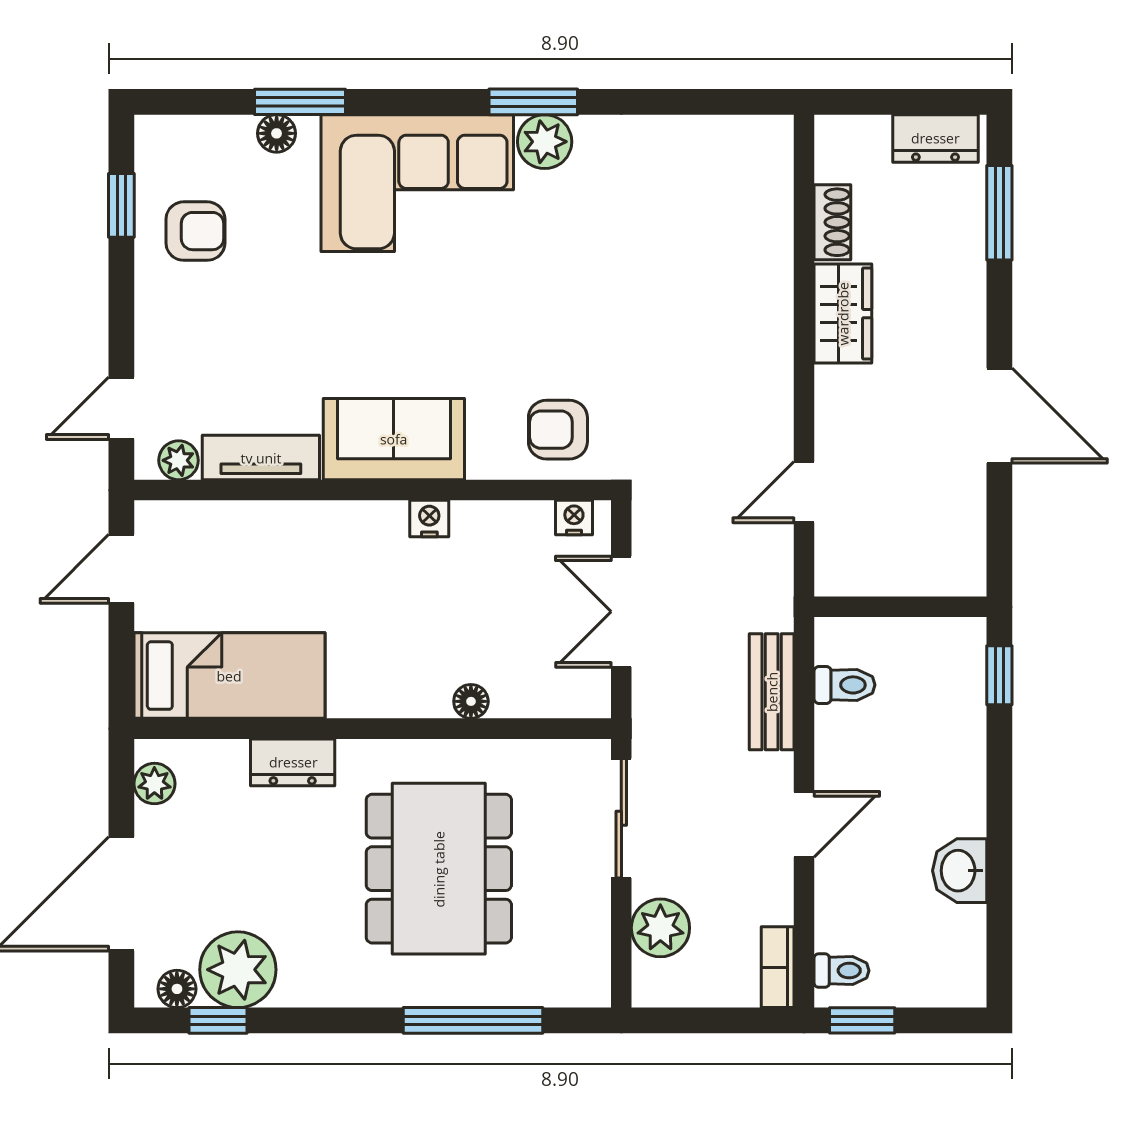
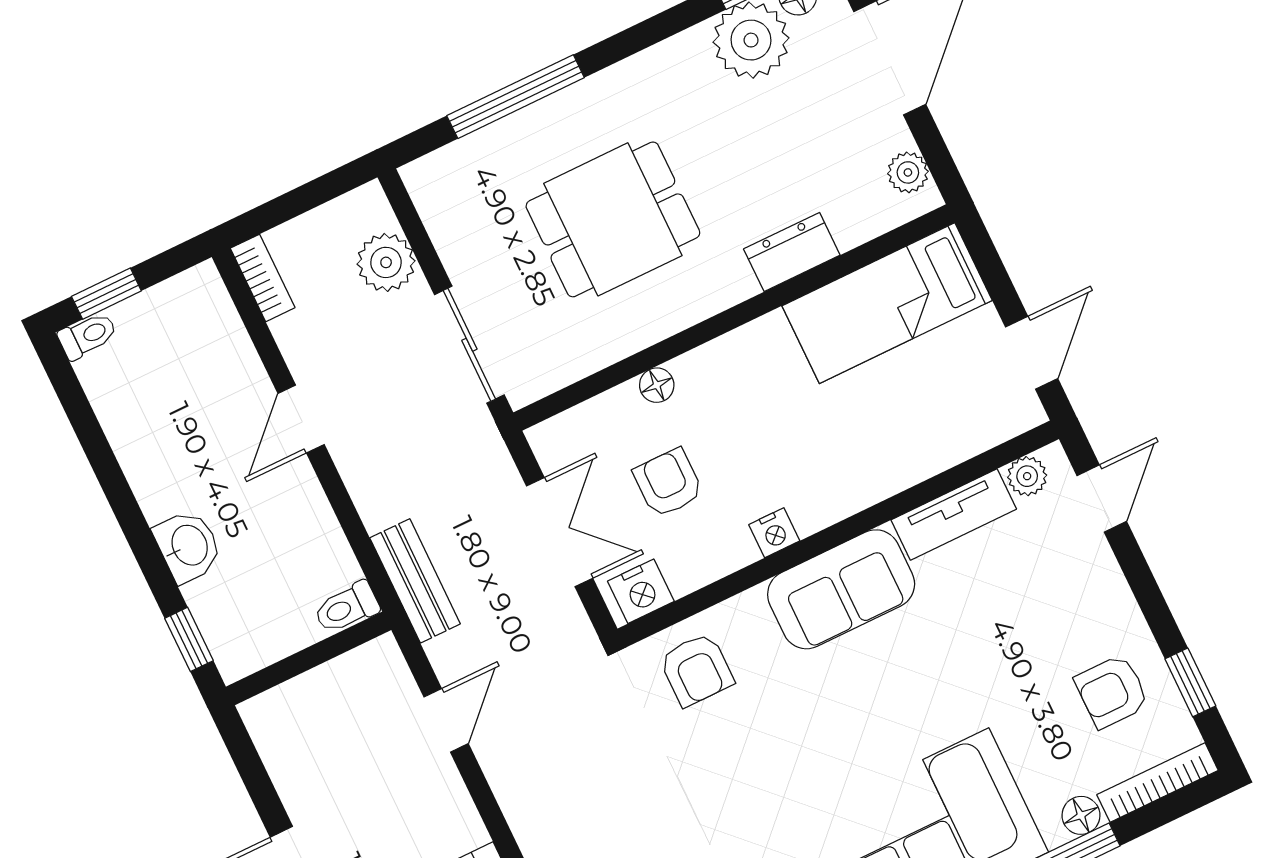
bookcase: (194, 130) -> (1158, 783), added
armchair: (558, 430) -> (696, 670), turned 90
nightstand: (574, 518) -> (641, 591), width x1.39, depth x1.35
armchair: (503, 609) -> (668, 483), added
toilet: (844, 685) -> (347, 608), moved
bench: (772, 692) -> (415, 581), moved
dining table: (439, 869) -> (613, 219), width x0.73
washbasin: (960, 871) -> (188, 546), moved
toilet: (842, 971) -> (87, 336), moved, turned 180
window: (862, 1020) -> (106, 294), moved

